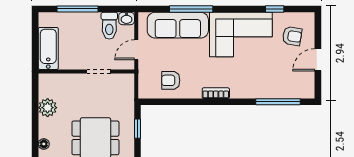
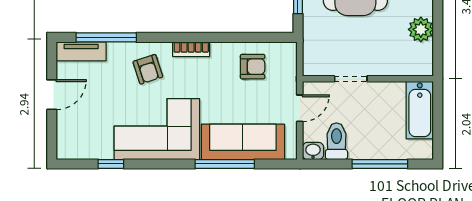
armchair: (292, 36) -> (148, 69), moved, turned -117
tv unit: (296, 92) -> (81, 51), added

